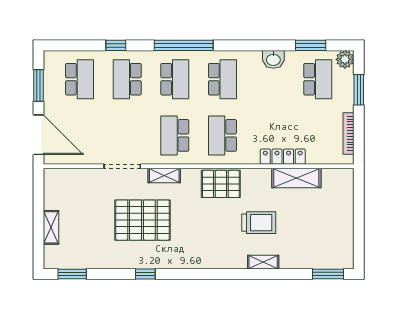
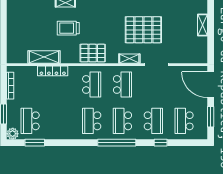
washbasin: (273, 59) -> (59, 134), removed

